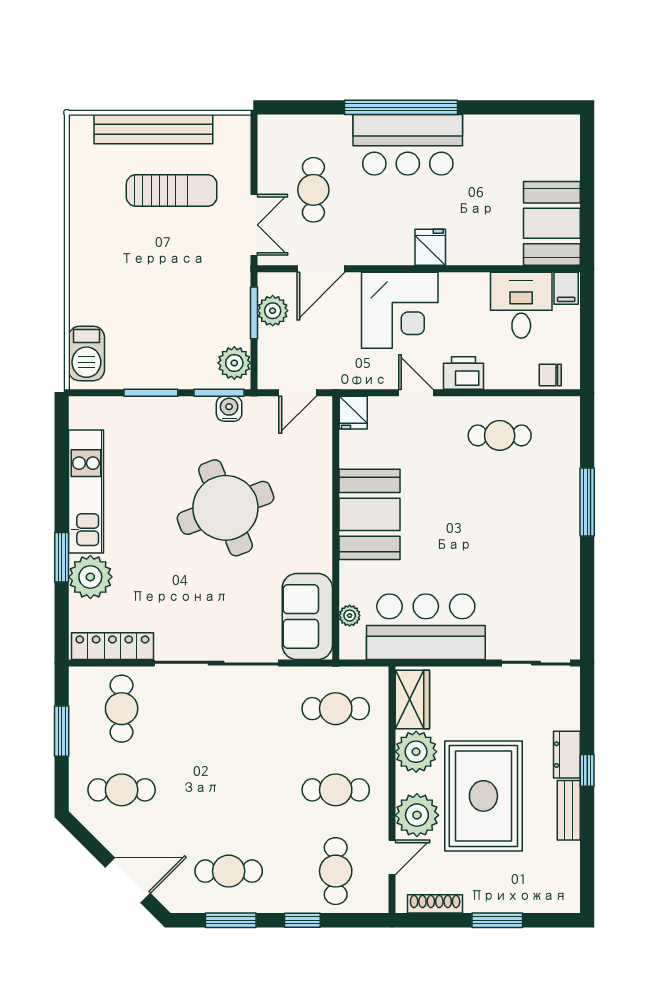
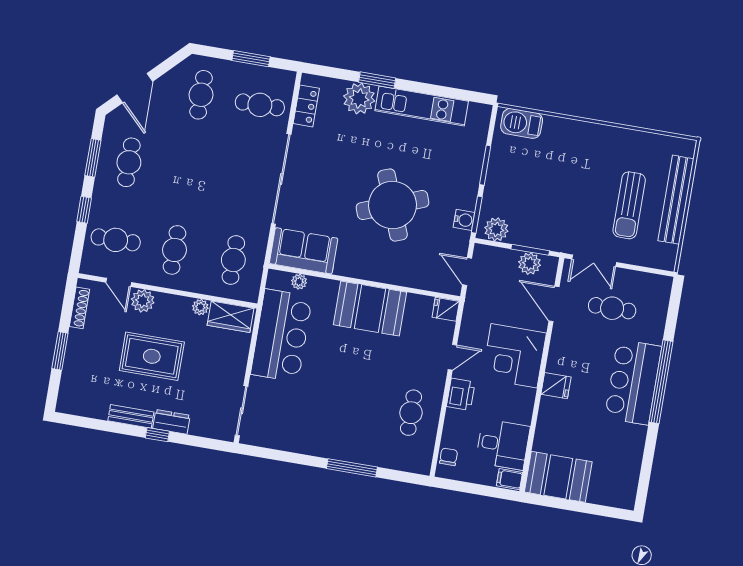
locker: (112, 646) -> (306, 106), width x0.66
plant: (416, 752) -> (200, 307), width x0.53, depth x0.53
rug: (483, 796) -> (152, 356), width x0.73, depth x0.69
plant: (417, 815) -> (143, 301), width x0.73, depth x0.73

